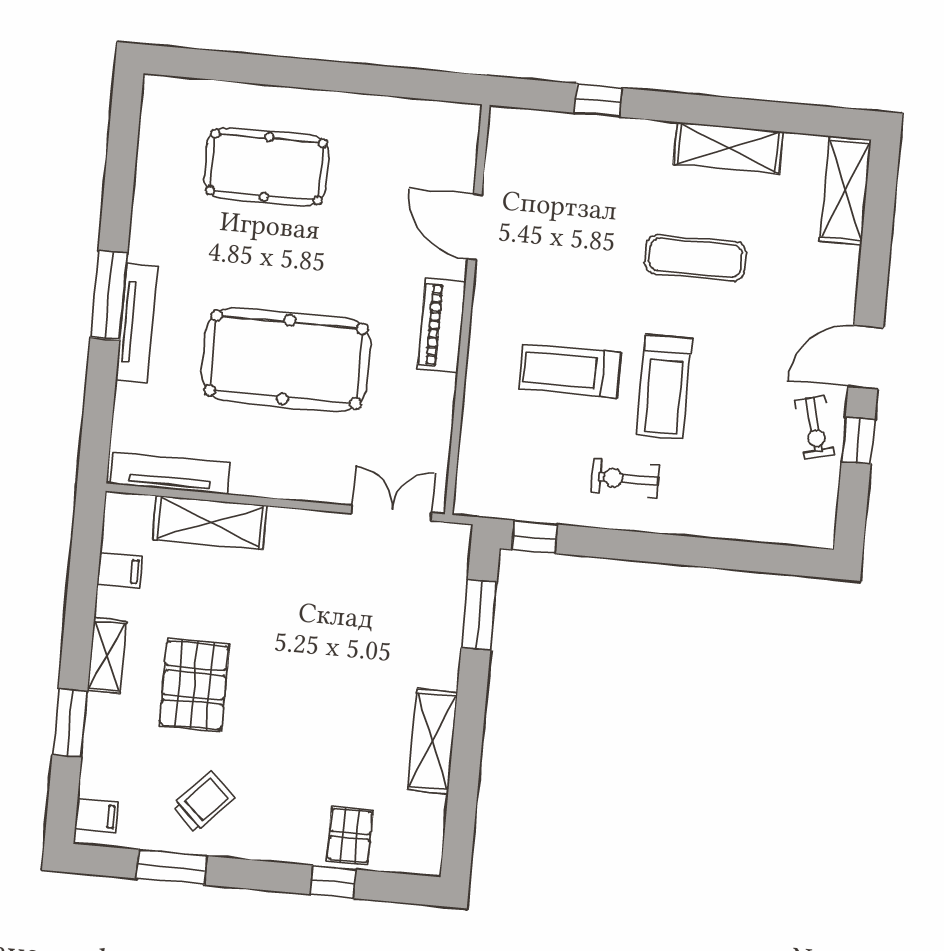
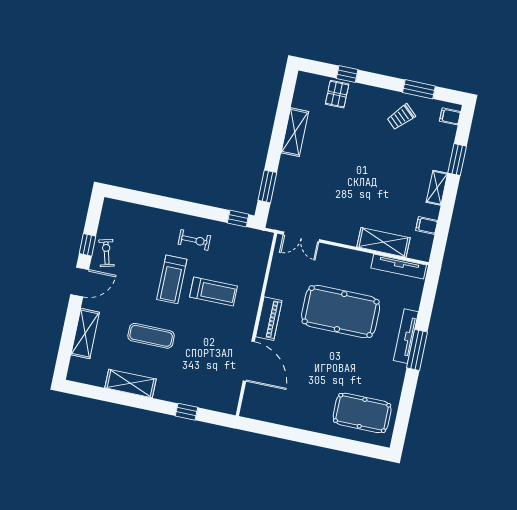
pool table: (267, 167) -> (362, 413), moved
shelving: (845, 190) -> (85, 334), moved
door: (475, 227) -> (249, 361), width x1.36
treadmill: (664, 387) -> (172, 279), turned 180
pallet: (194, 685) -> (399, 170), removed

